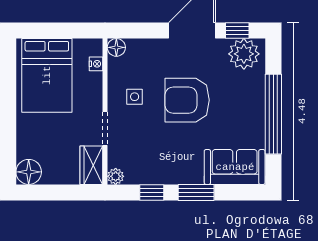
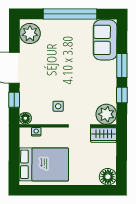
window: (237, 31) -> (14, 100), moved
armchair: (187, 100) -> (61, 71), removed
plant: (116, 176) -> (106, 114), width x1.87, depth x1.87

